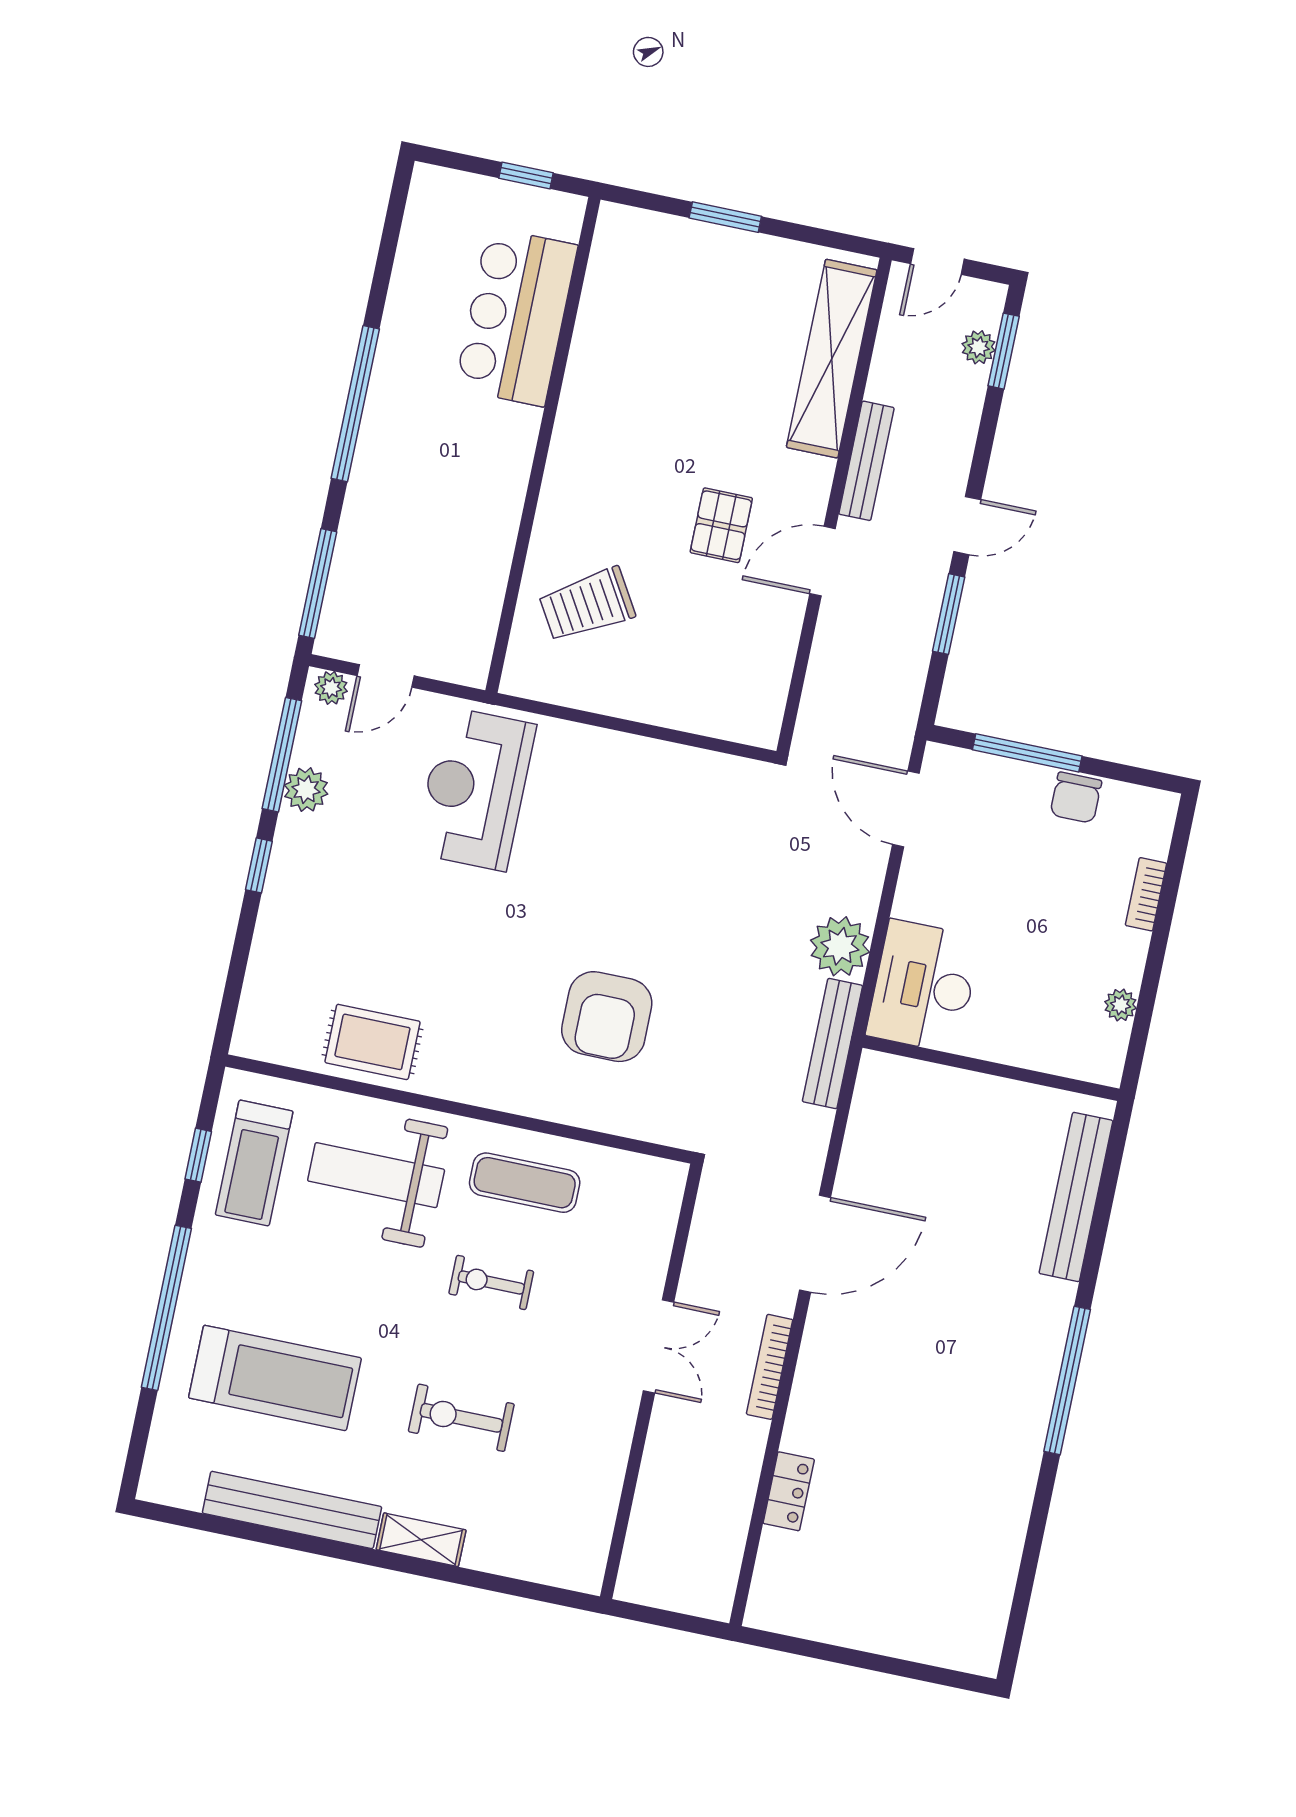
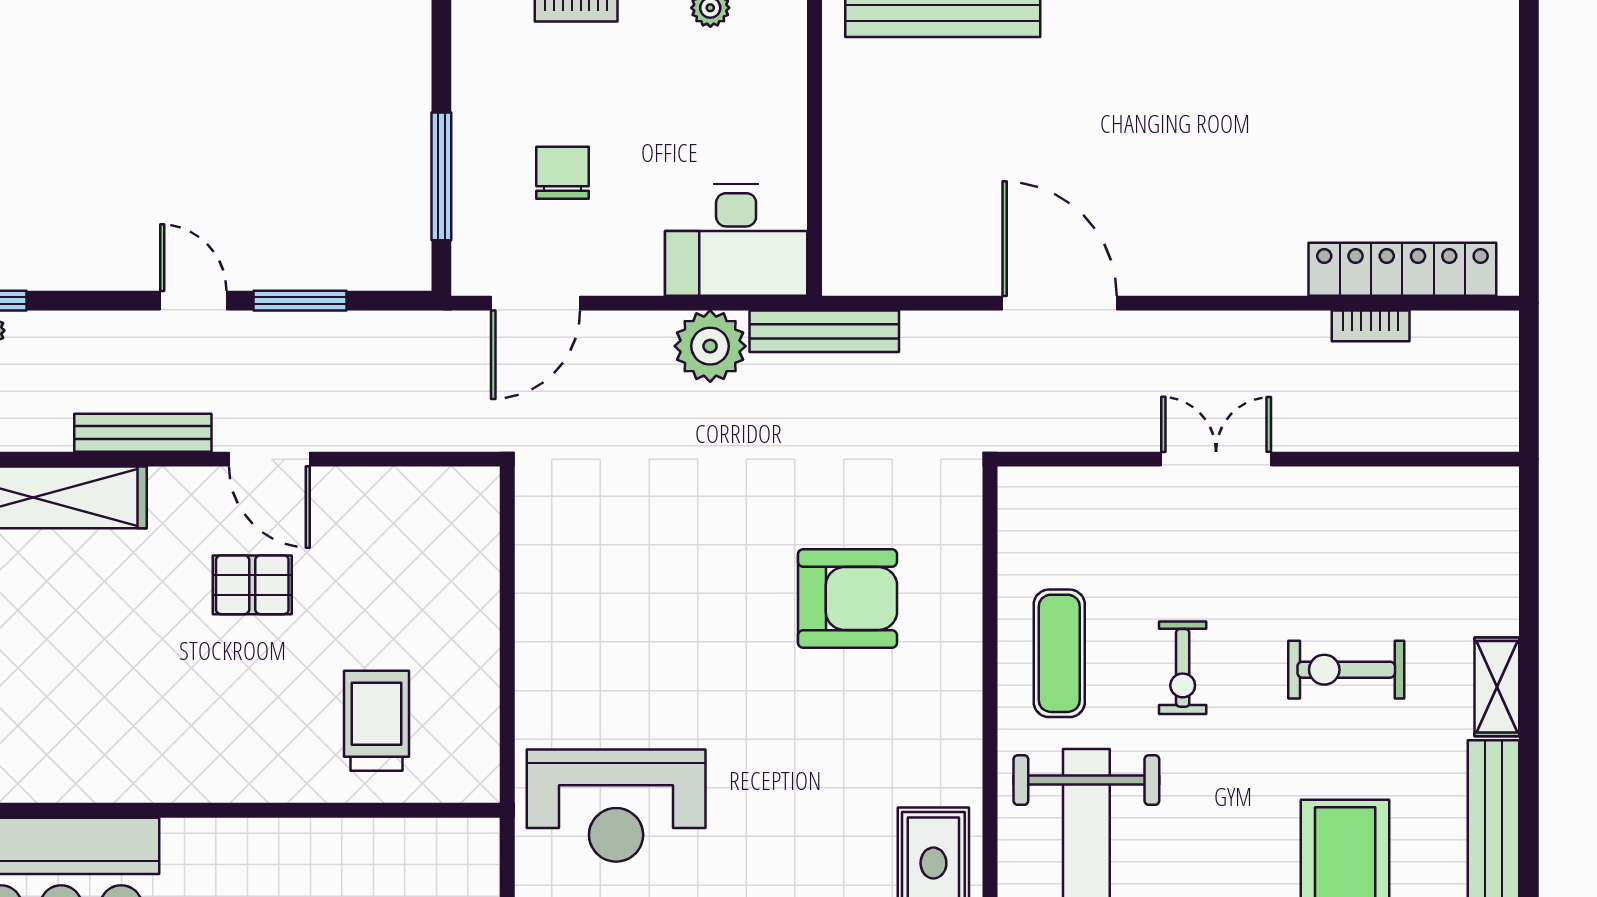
trolley: (587, 605) -> (377, 721), turned -149
chair: (1076, 798) -> (562, 173), moved, turned -90
bookcase: (770, 1367) -> (1371, 326), moved, width x0.64
exercise bike: (461, 1418) -> (1346, 670), turned 90
locker: (789, 1491) -> (1402, 269), width x2.16, depth x1.21

